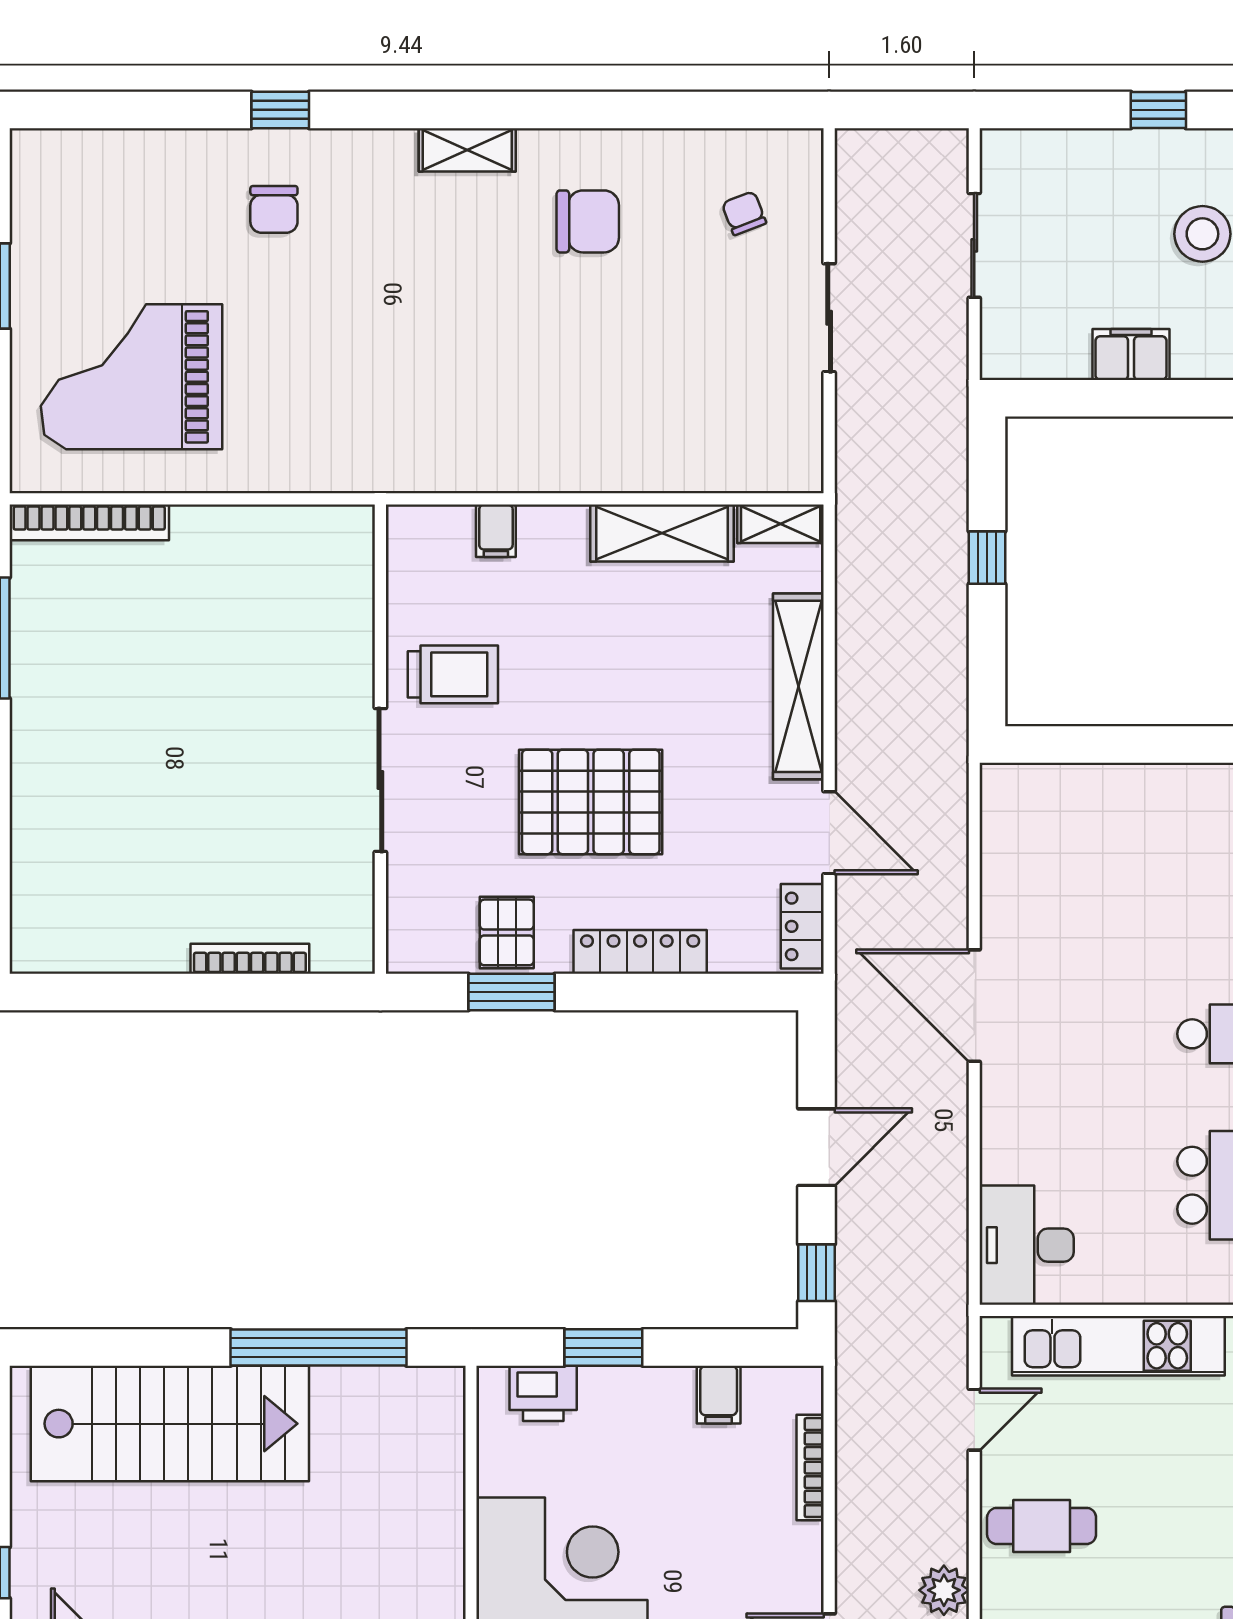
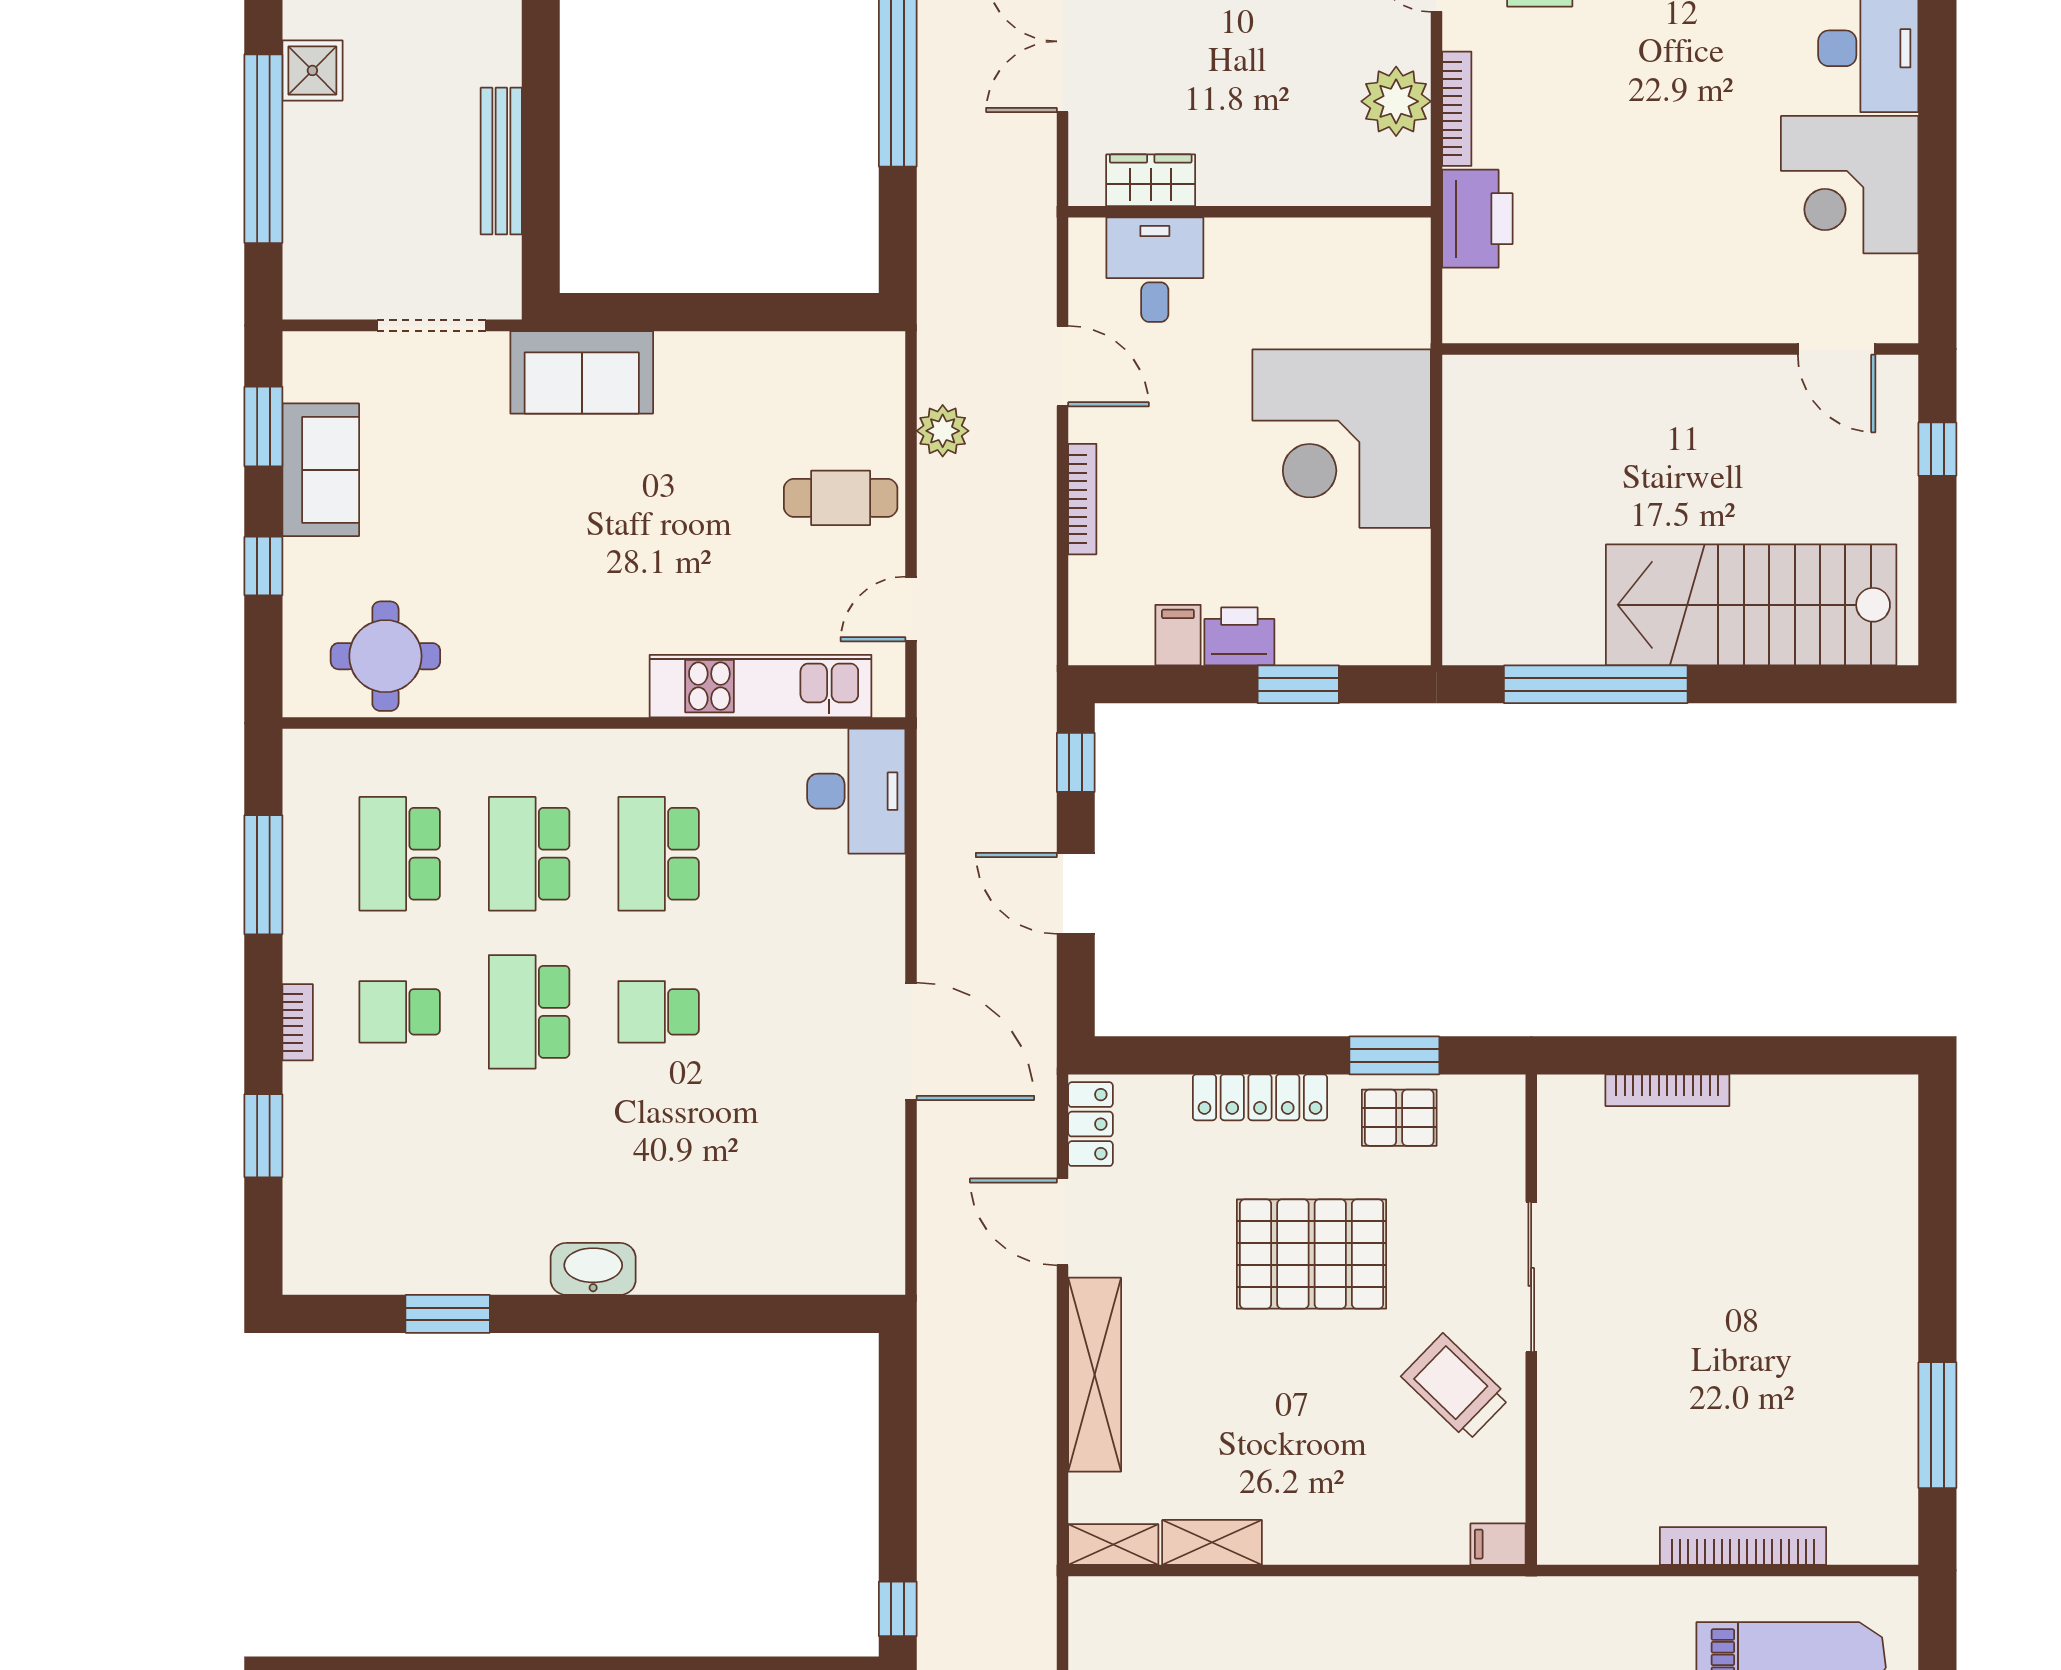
bookcase: (89, 522) -> (1743, 1546), moved
filing cabinet: (496, 531) -> (1498, 1544), moved, turned -90
shelving: (662, 533) -> (1212, 1542), width x0.67, depth x0.75
window: (987, 558) -> (898, 1609), moved
trolley: (453, 674) -> (1455, 1387), turned 44
pallet: (507, 932) -> (1399, 1118), turned 90
door: (816, 1147) -> (1076, 893), hinge flipped
printer: (543, 1393) -> (1239, 636), moved
bookcase: (810, 1468) -> (1082, 499), moved

